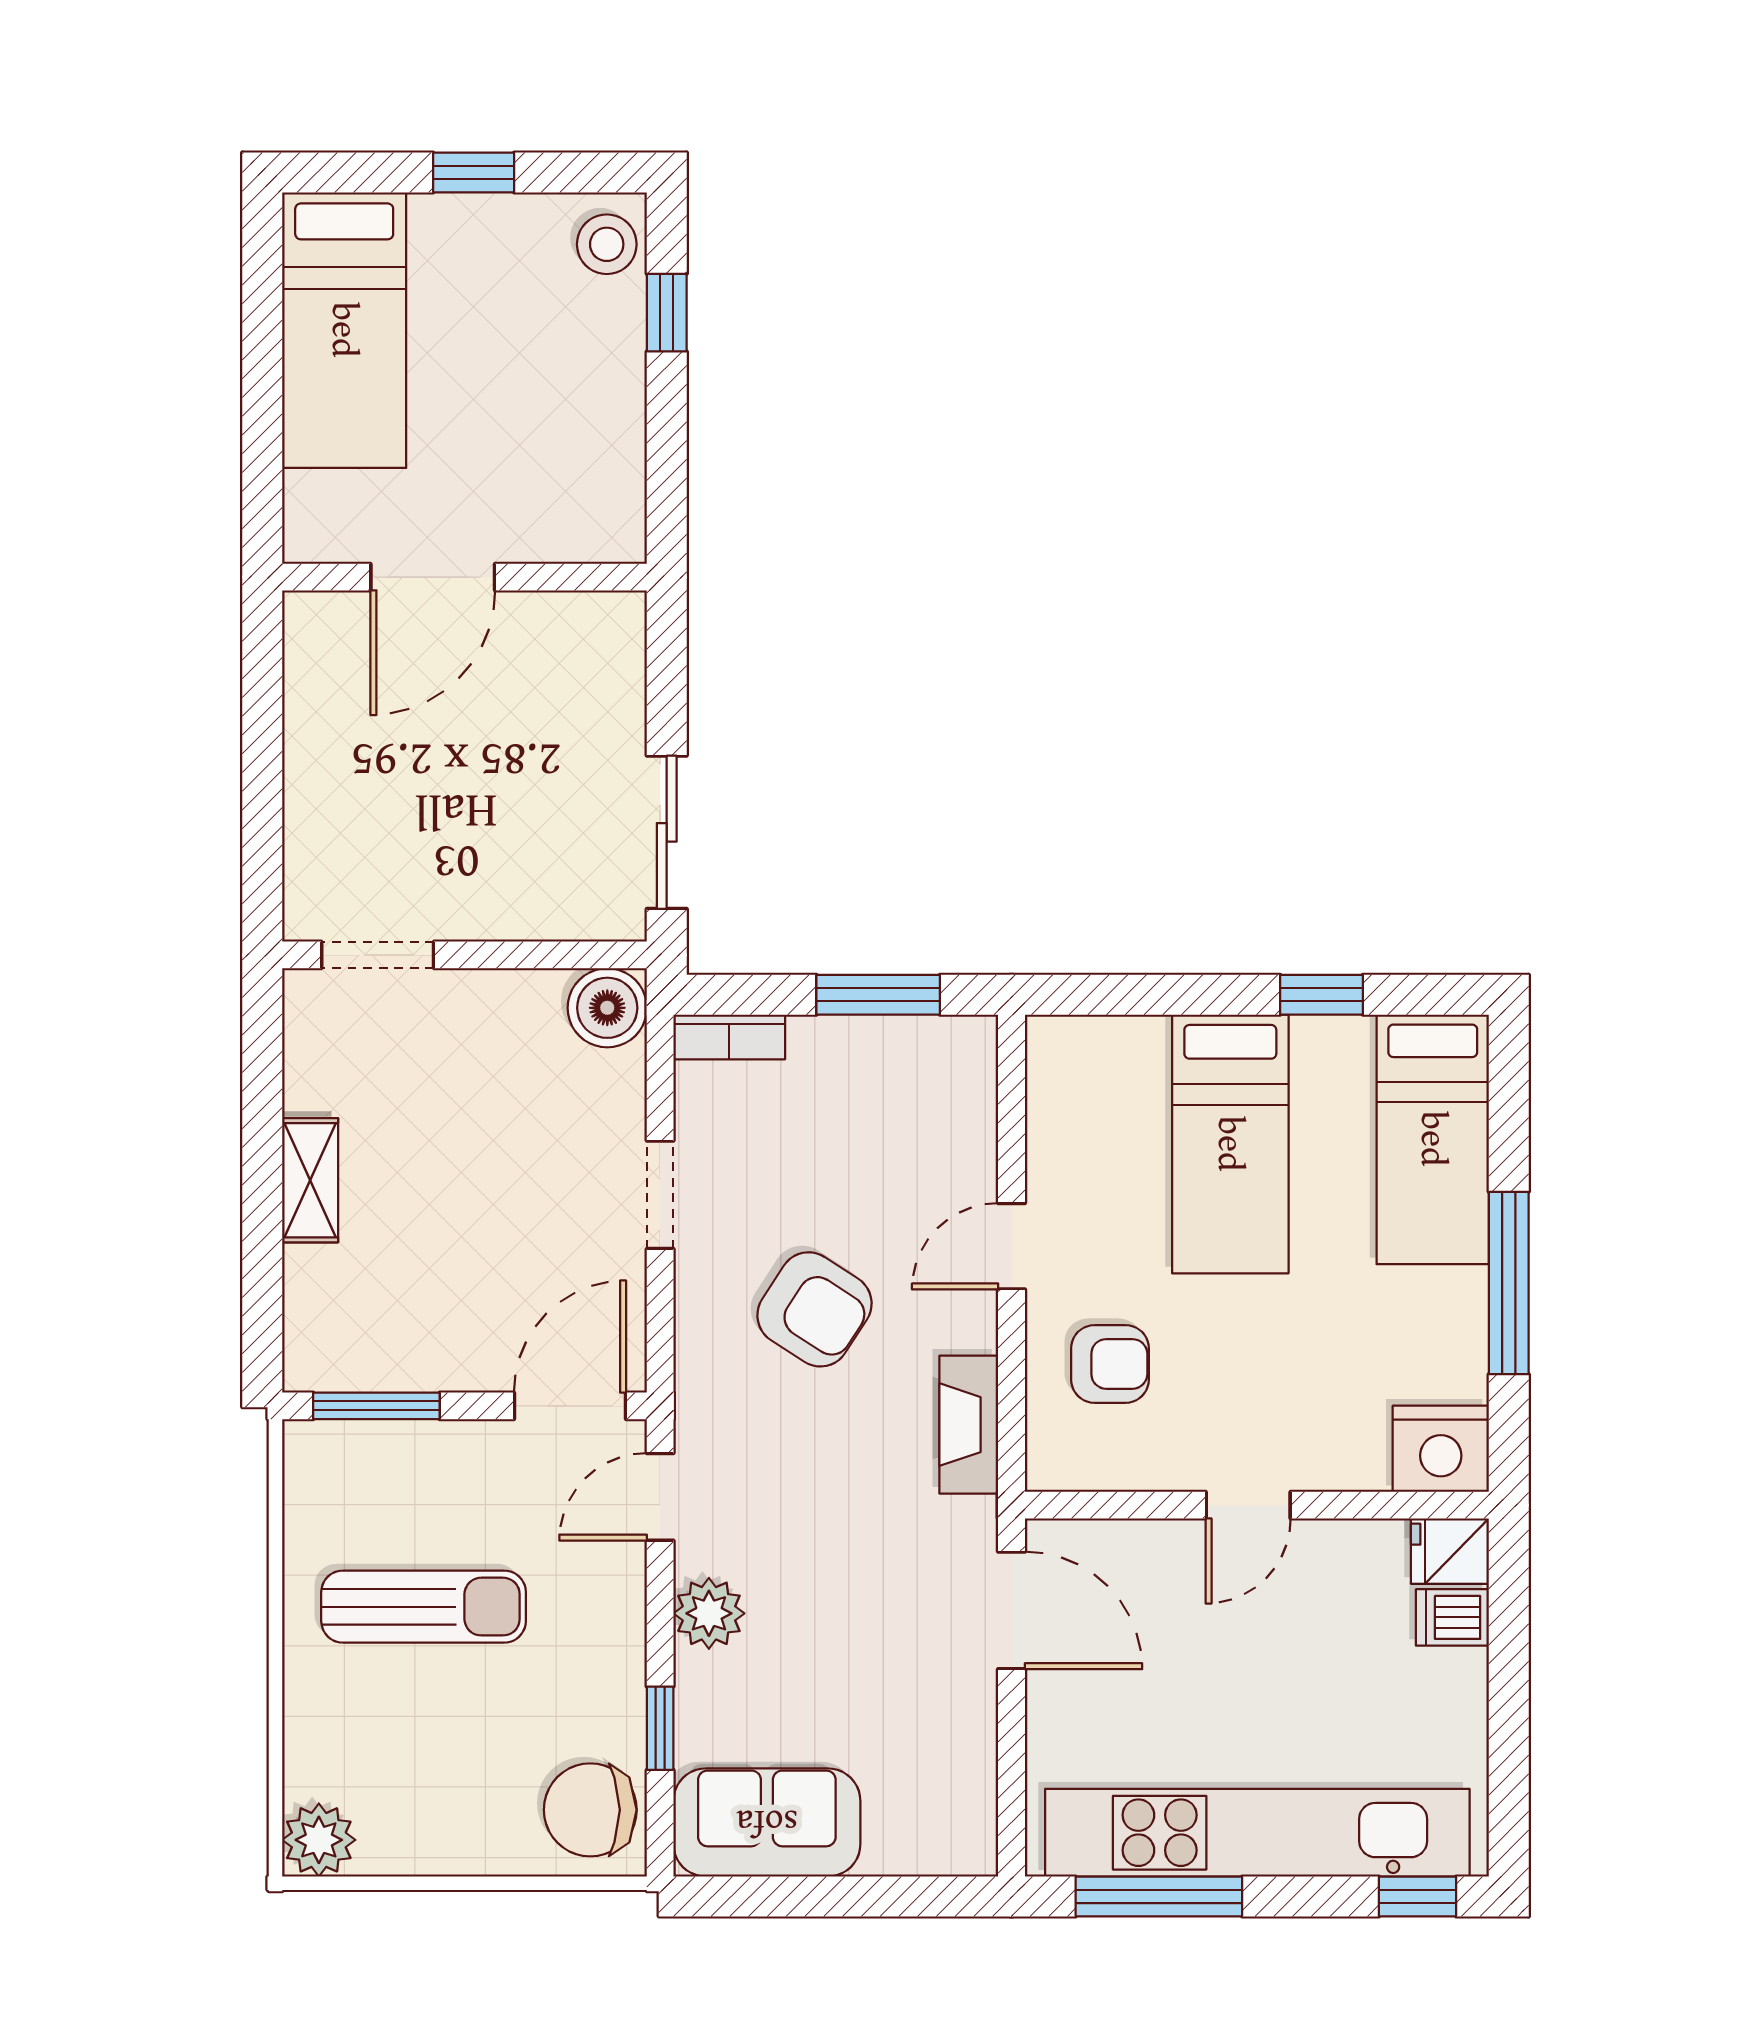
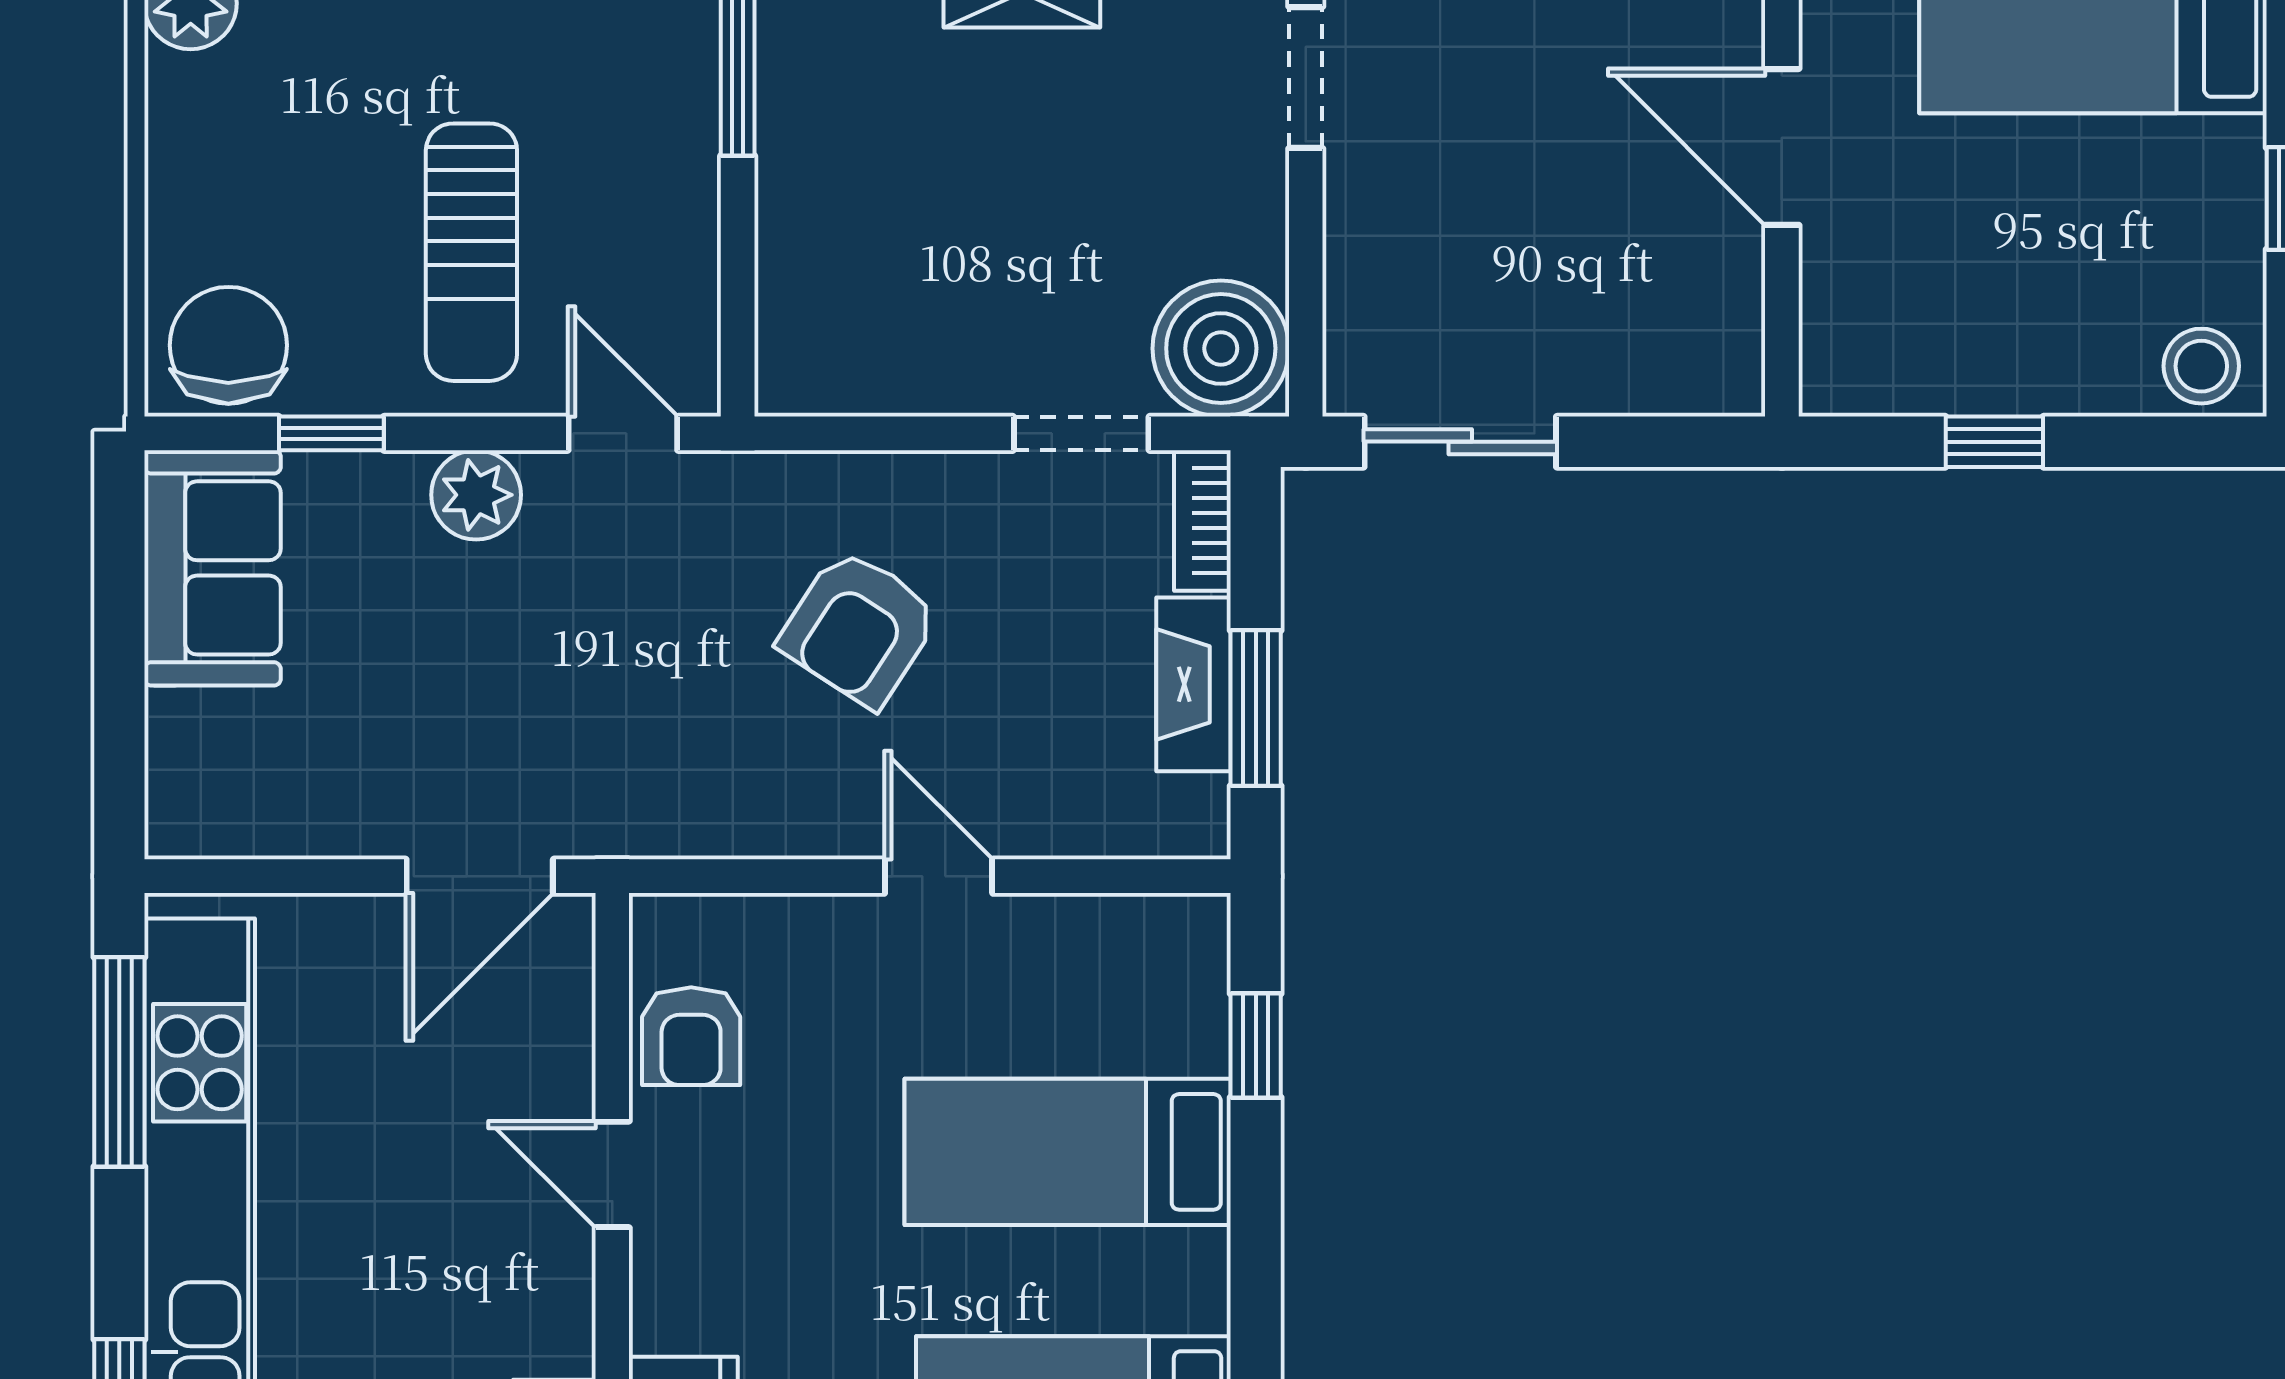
window: (667, 313) -> (1994, 442), moved
window: (1321, 995) -> (1256, 1045), moved
boiler: (607, 1008) -> (1221, 348), width x1.37, depth x1.37
doorway: (660, 1195) -> (1081, 433), moved
armchair: (1110, 1364) -> (691, 1036), moved
door: (570, 1406) -> (738, 320), removed
fireplace: (969, 1425) -> (1193, 684), moved, turned -90
sun lounger: (424, 1607) -> (471, 252), moved

